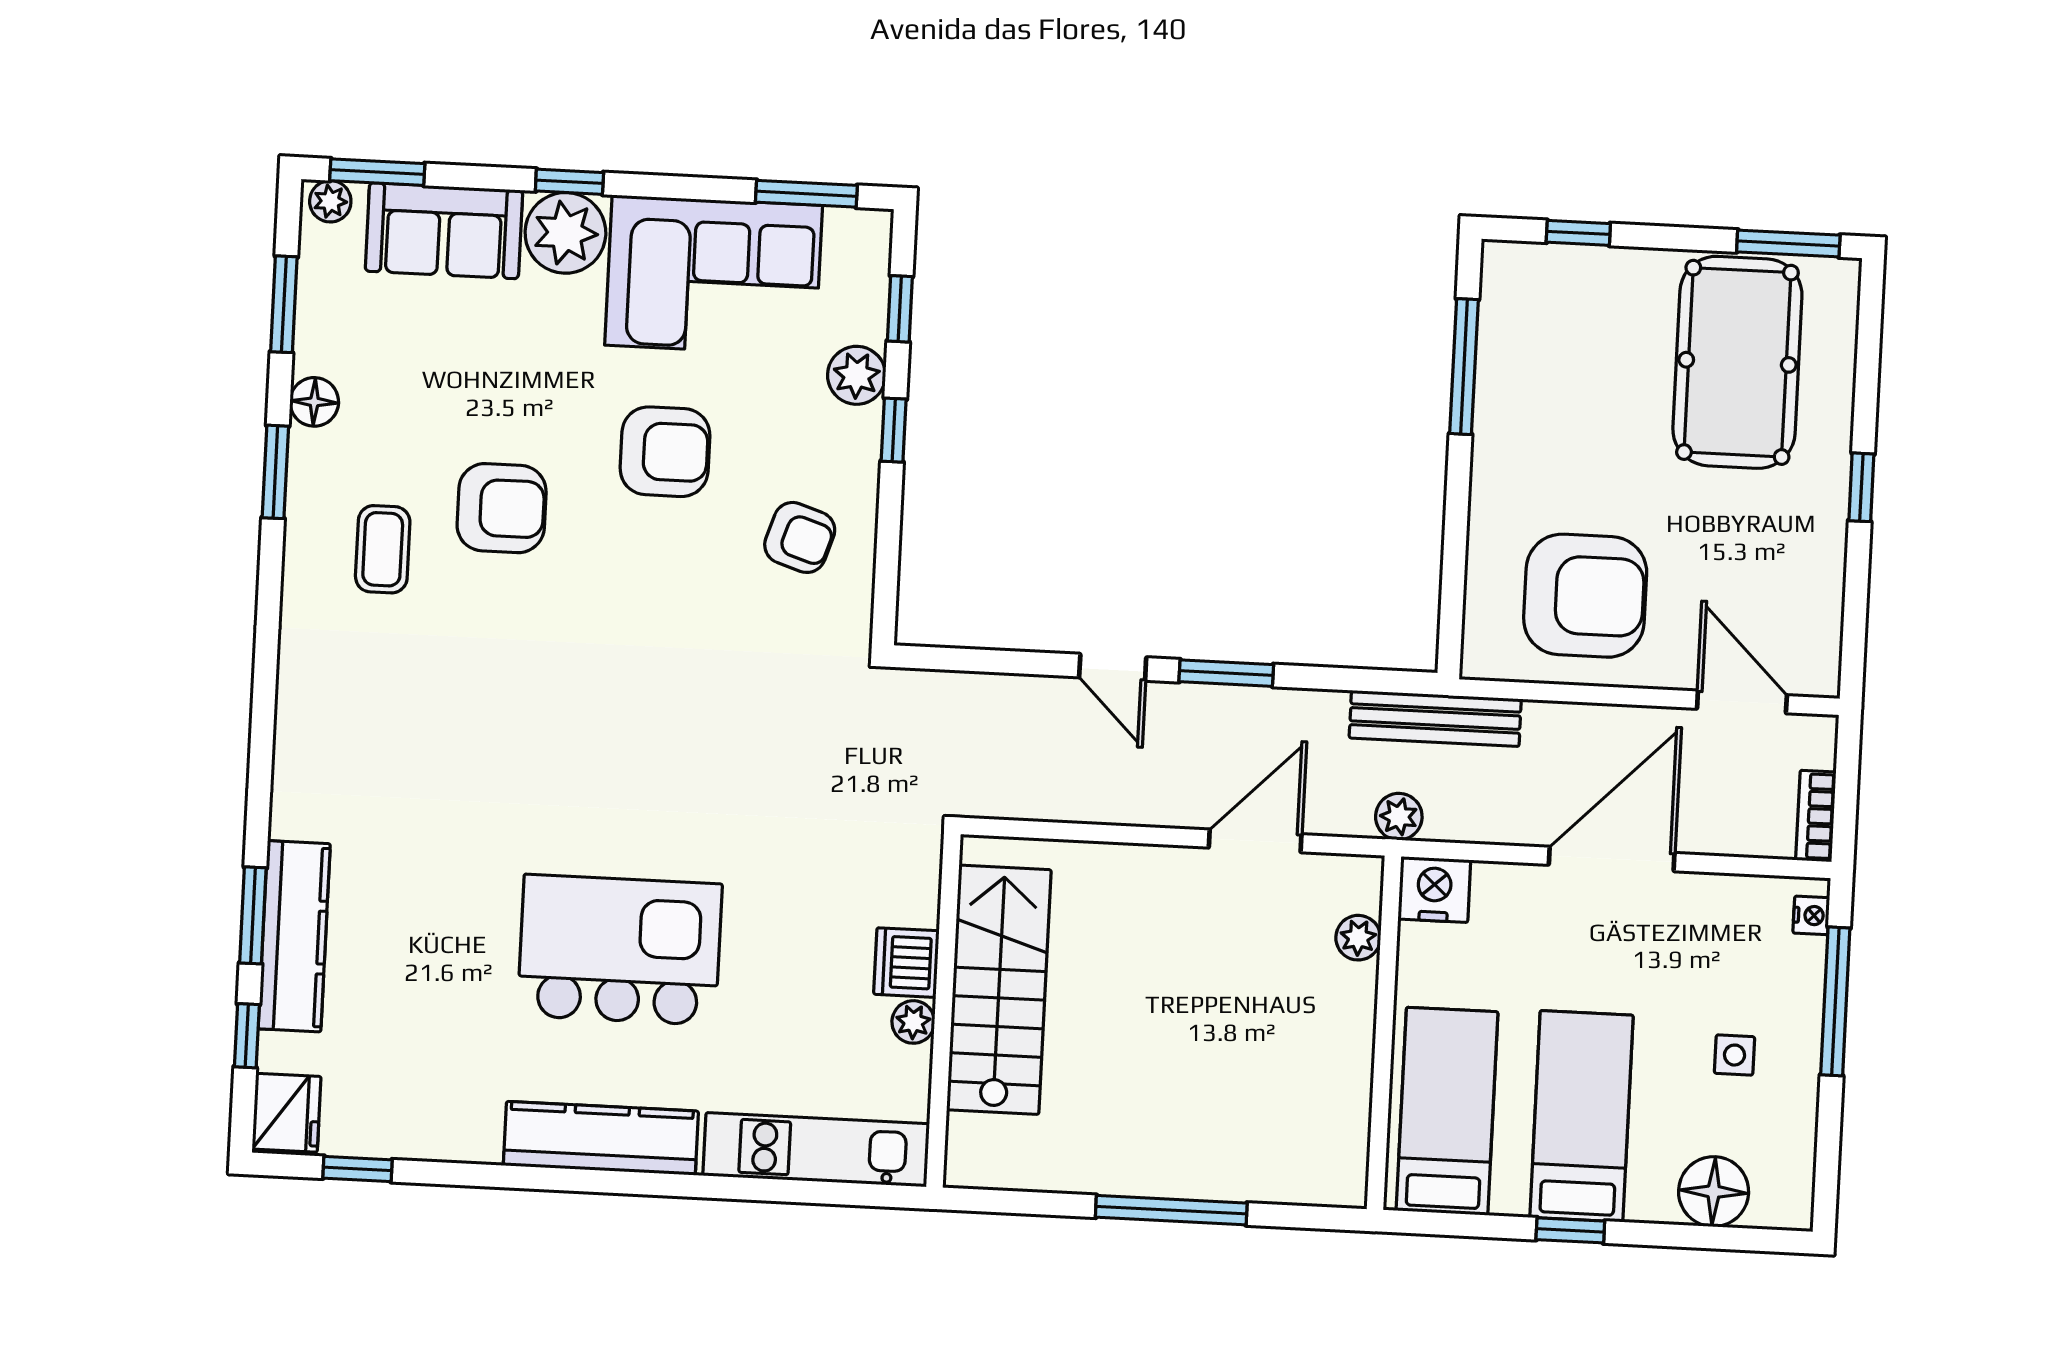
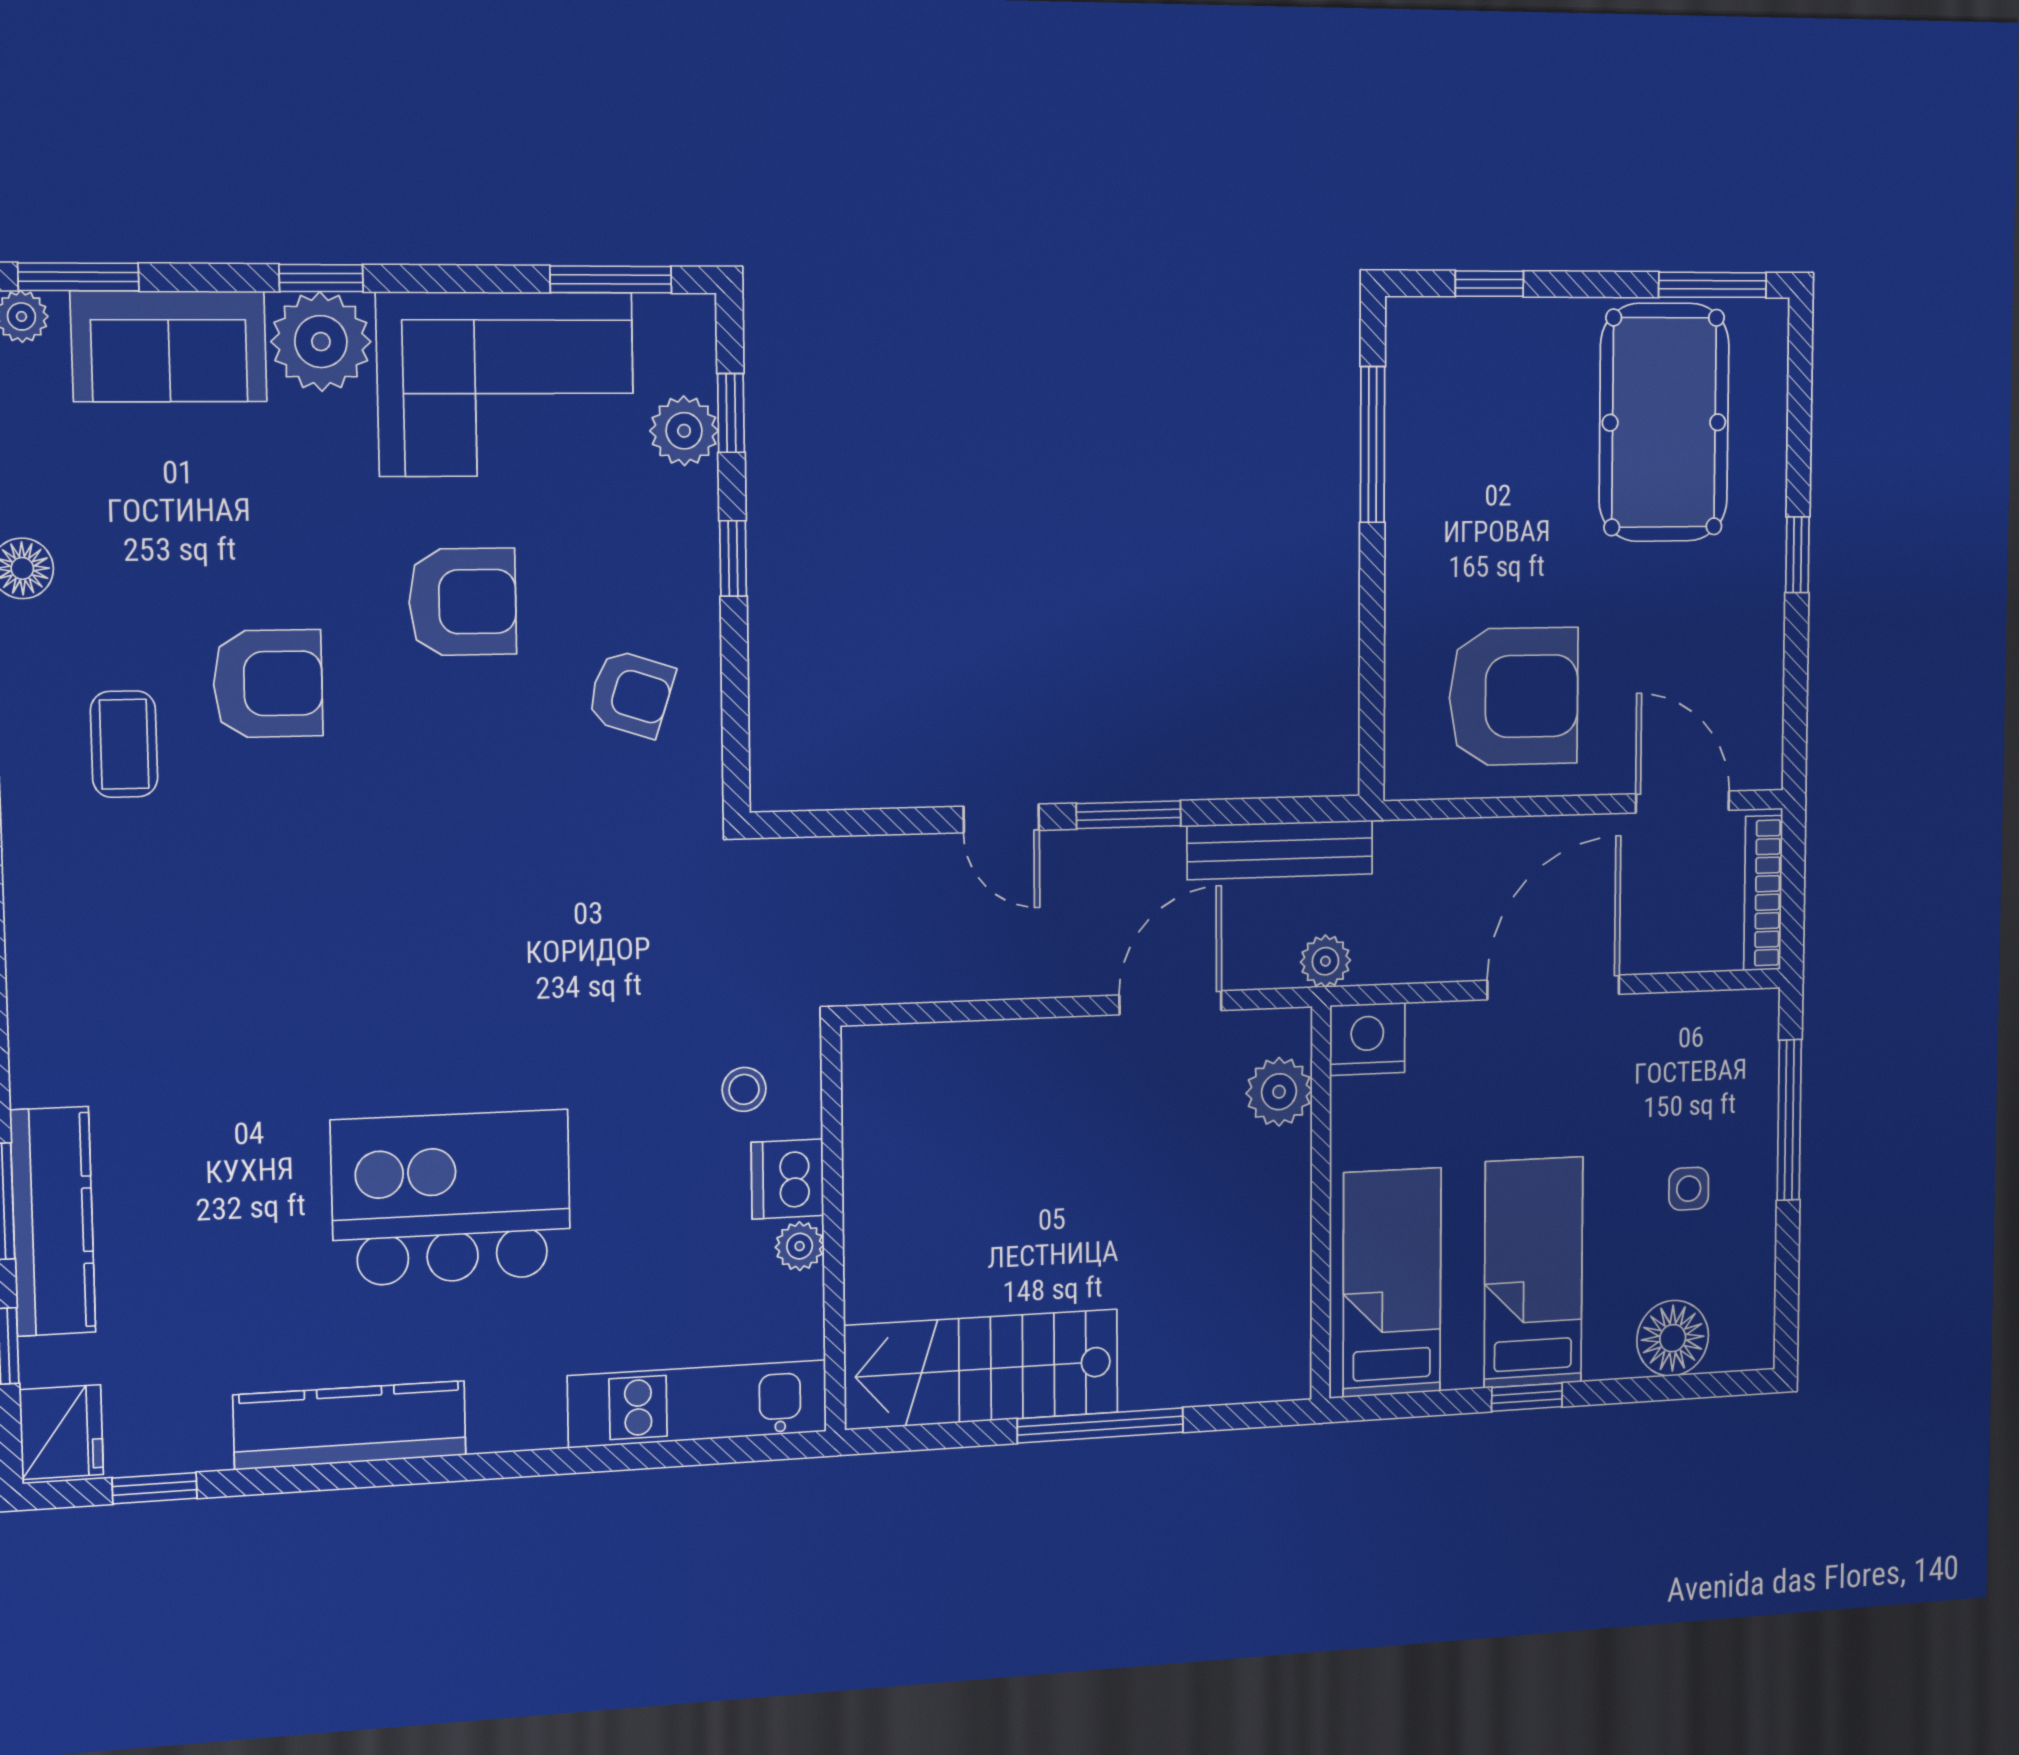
plant: (857, 375) -> (684, 431), moved
bench: (1435, 718) -> (1280, 850), moved
bookcase: (1816, 816) -> (1763, 893), width x1.56
stool: (874, 881) -> (744, 1089), added
nightstand: (1811, 915) -> (1762, 1030), removed
plant: (1358, 938) -> (1279, 1092), width x1.38, depth x1.38
stairs: (999, 990) -> (982, 1369), moved, turned -90
kitchen counter: (601, 1138) -> (350, 1425), moved

